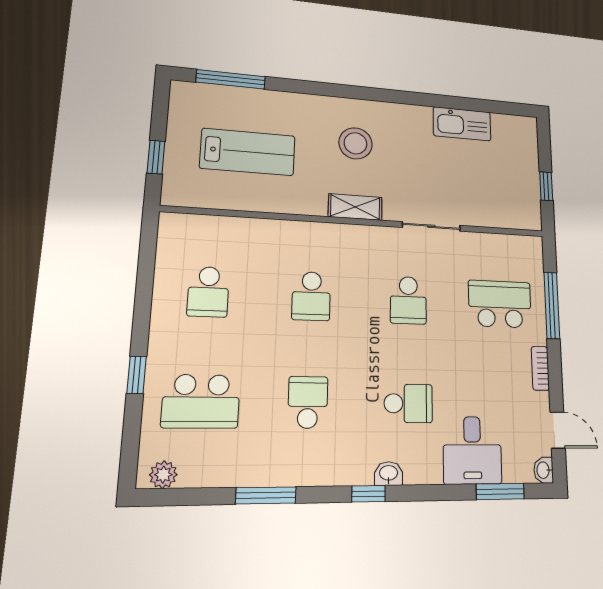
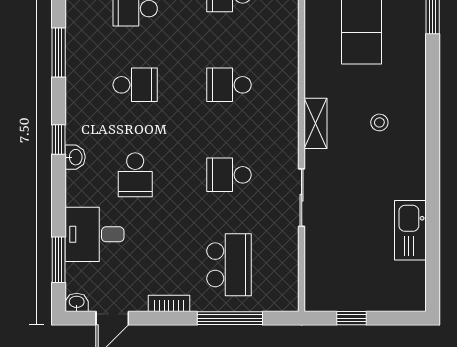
stool: (355, 143) -> (379, 122), width x0.53, depth x0.53

